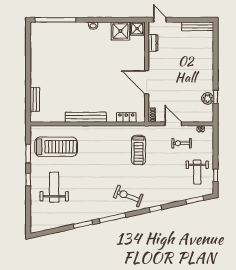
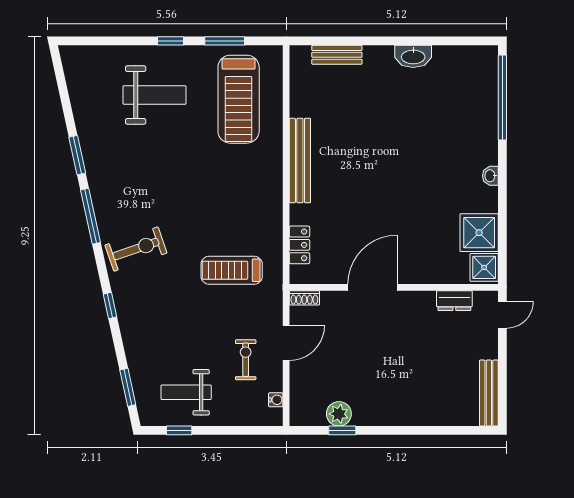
washbasin: (36, 63) -> (413, 56), added
exercise bike: (128, 196) -> (136, 249), turned 50

